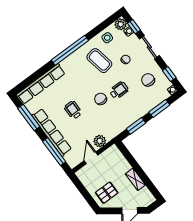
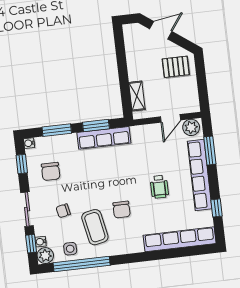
window: (70, 50) -> (82, 264), moved
wheelchair: (119, 90) -> (92, 179), removed
chair: (101, 99) -> (122, 210), moved
window: (29, 118) -> (217, 208), width x0.46
row of seats: (126, 121) -> (104, 138), added
plant: (100, 141) -> (191, 127), moved
window: (54, 152) -> (210, 151), width x0.69
shelving: (135, 179) -> (137, 96), moved

